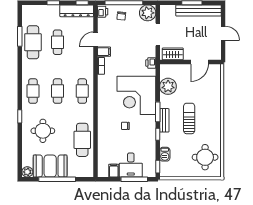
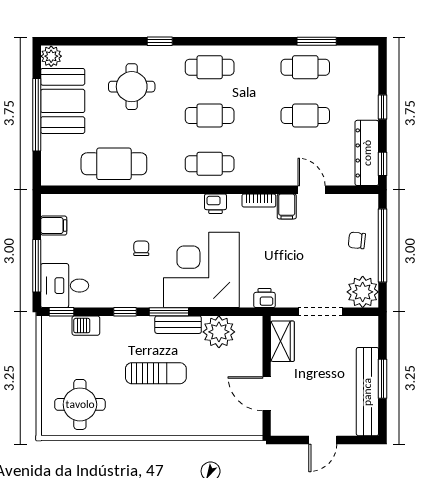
printer: (103, 12) -> (215, 204), moved
cafe table: (33, 42) -> (305, 67), width x0.73, depth x0.74
bench: (164, 120) -> (178, 325), moved
desk: (131, 165) -> (65, 286), moved

